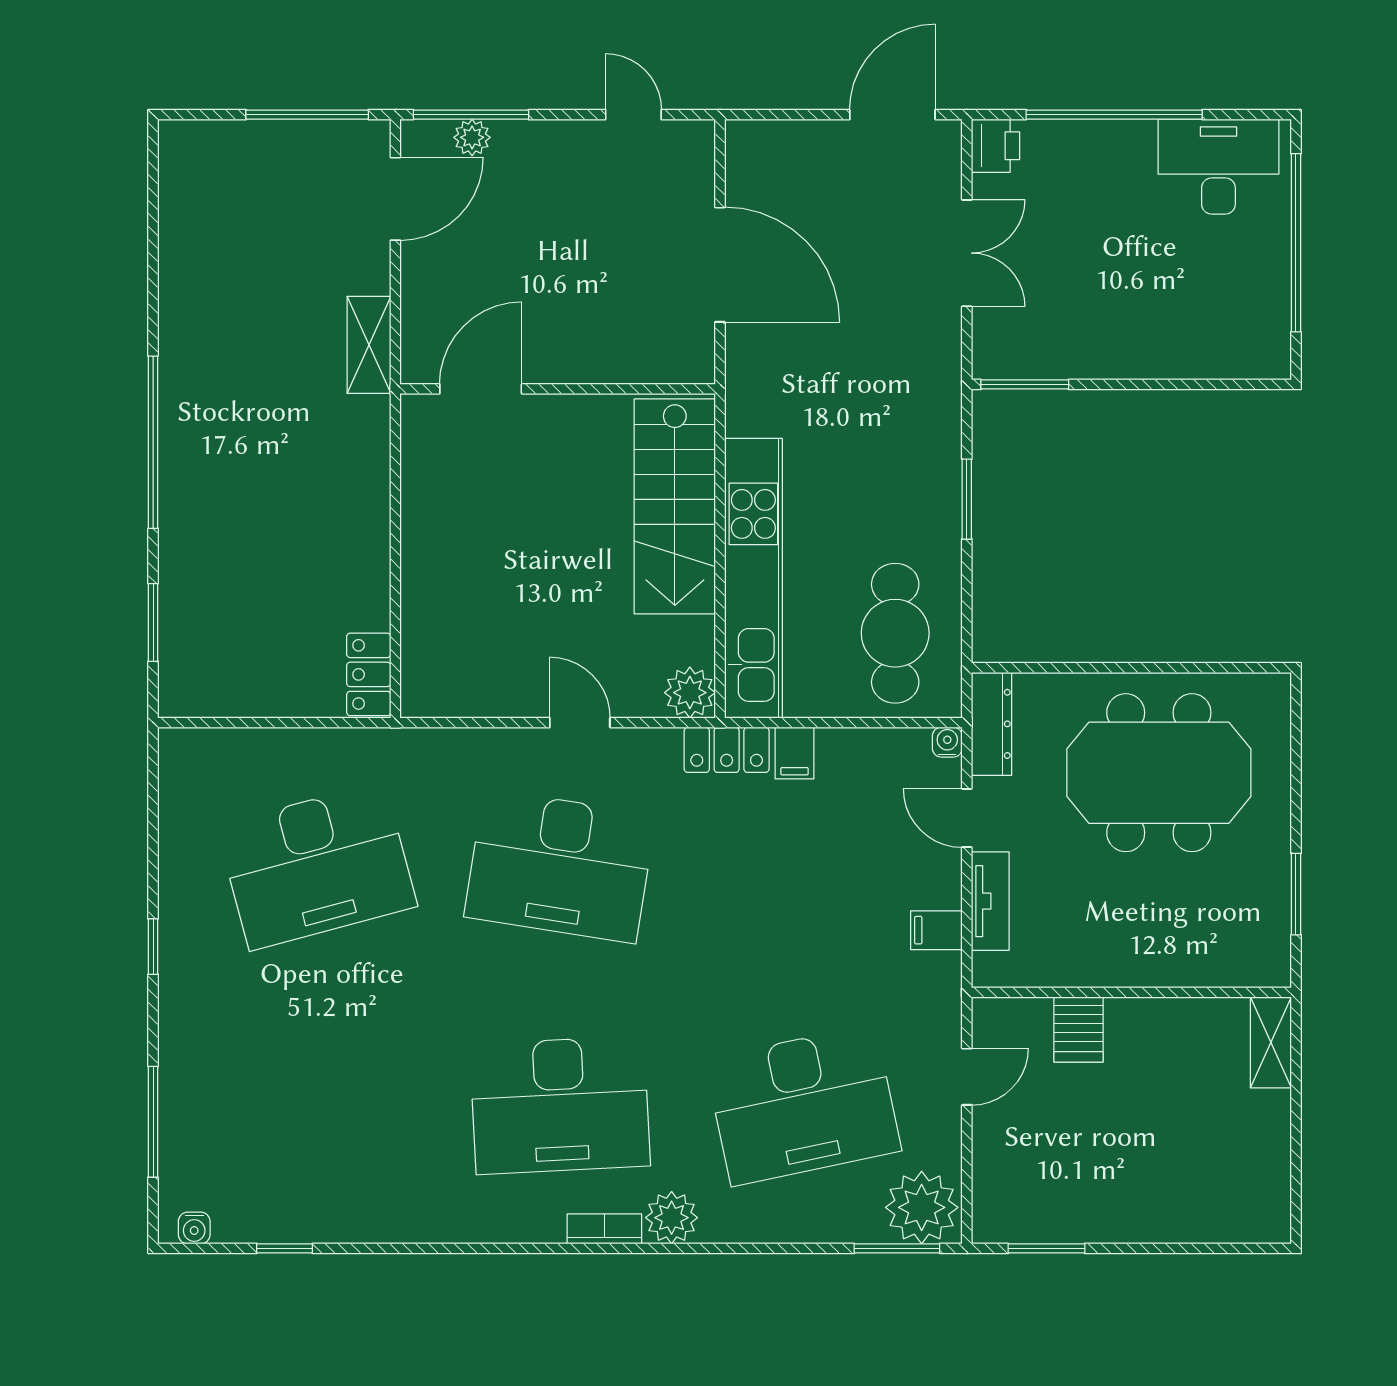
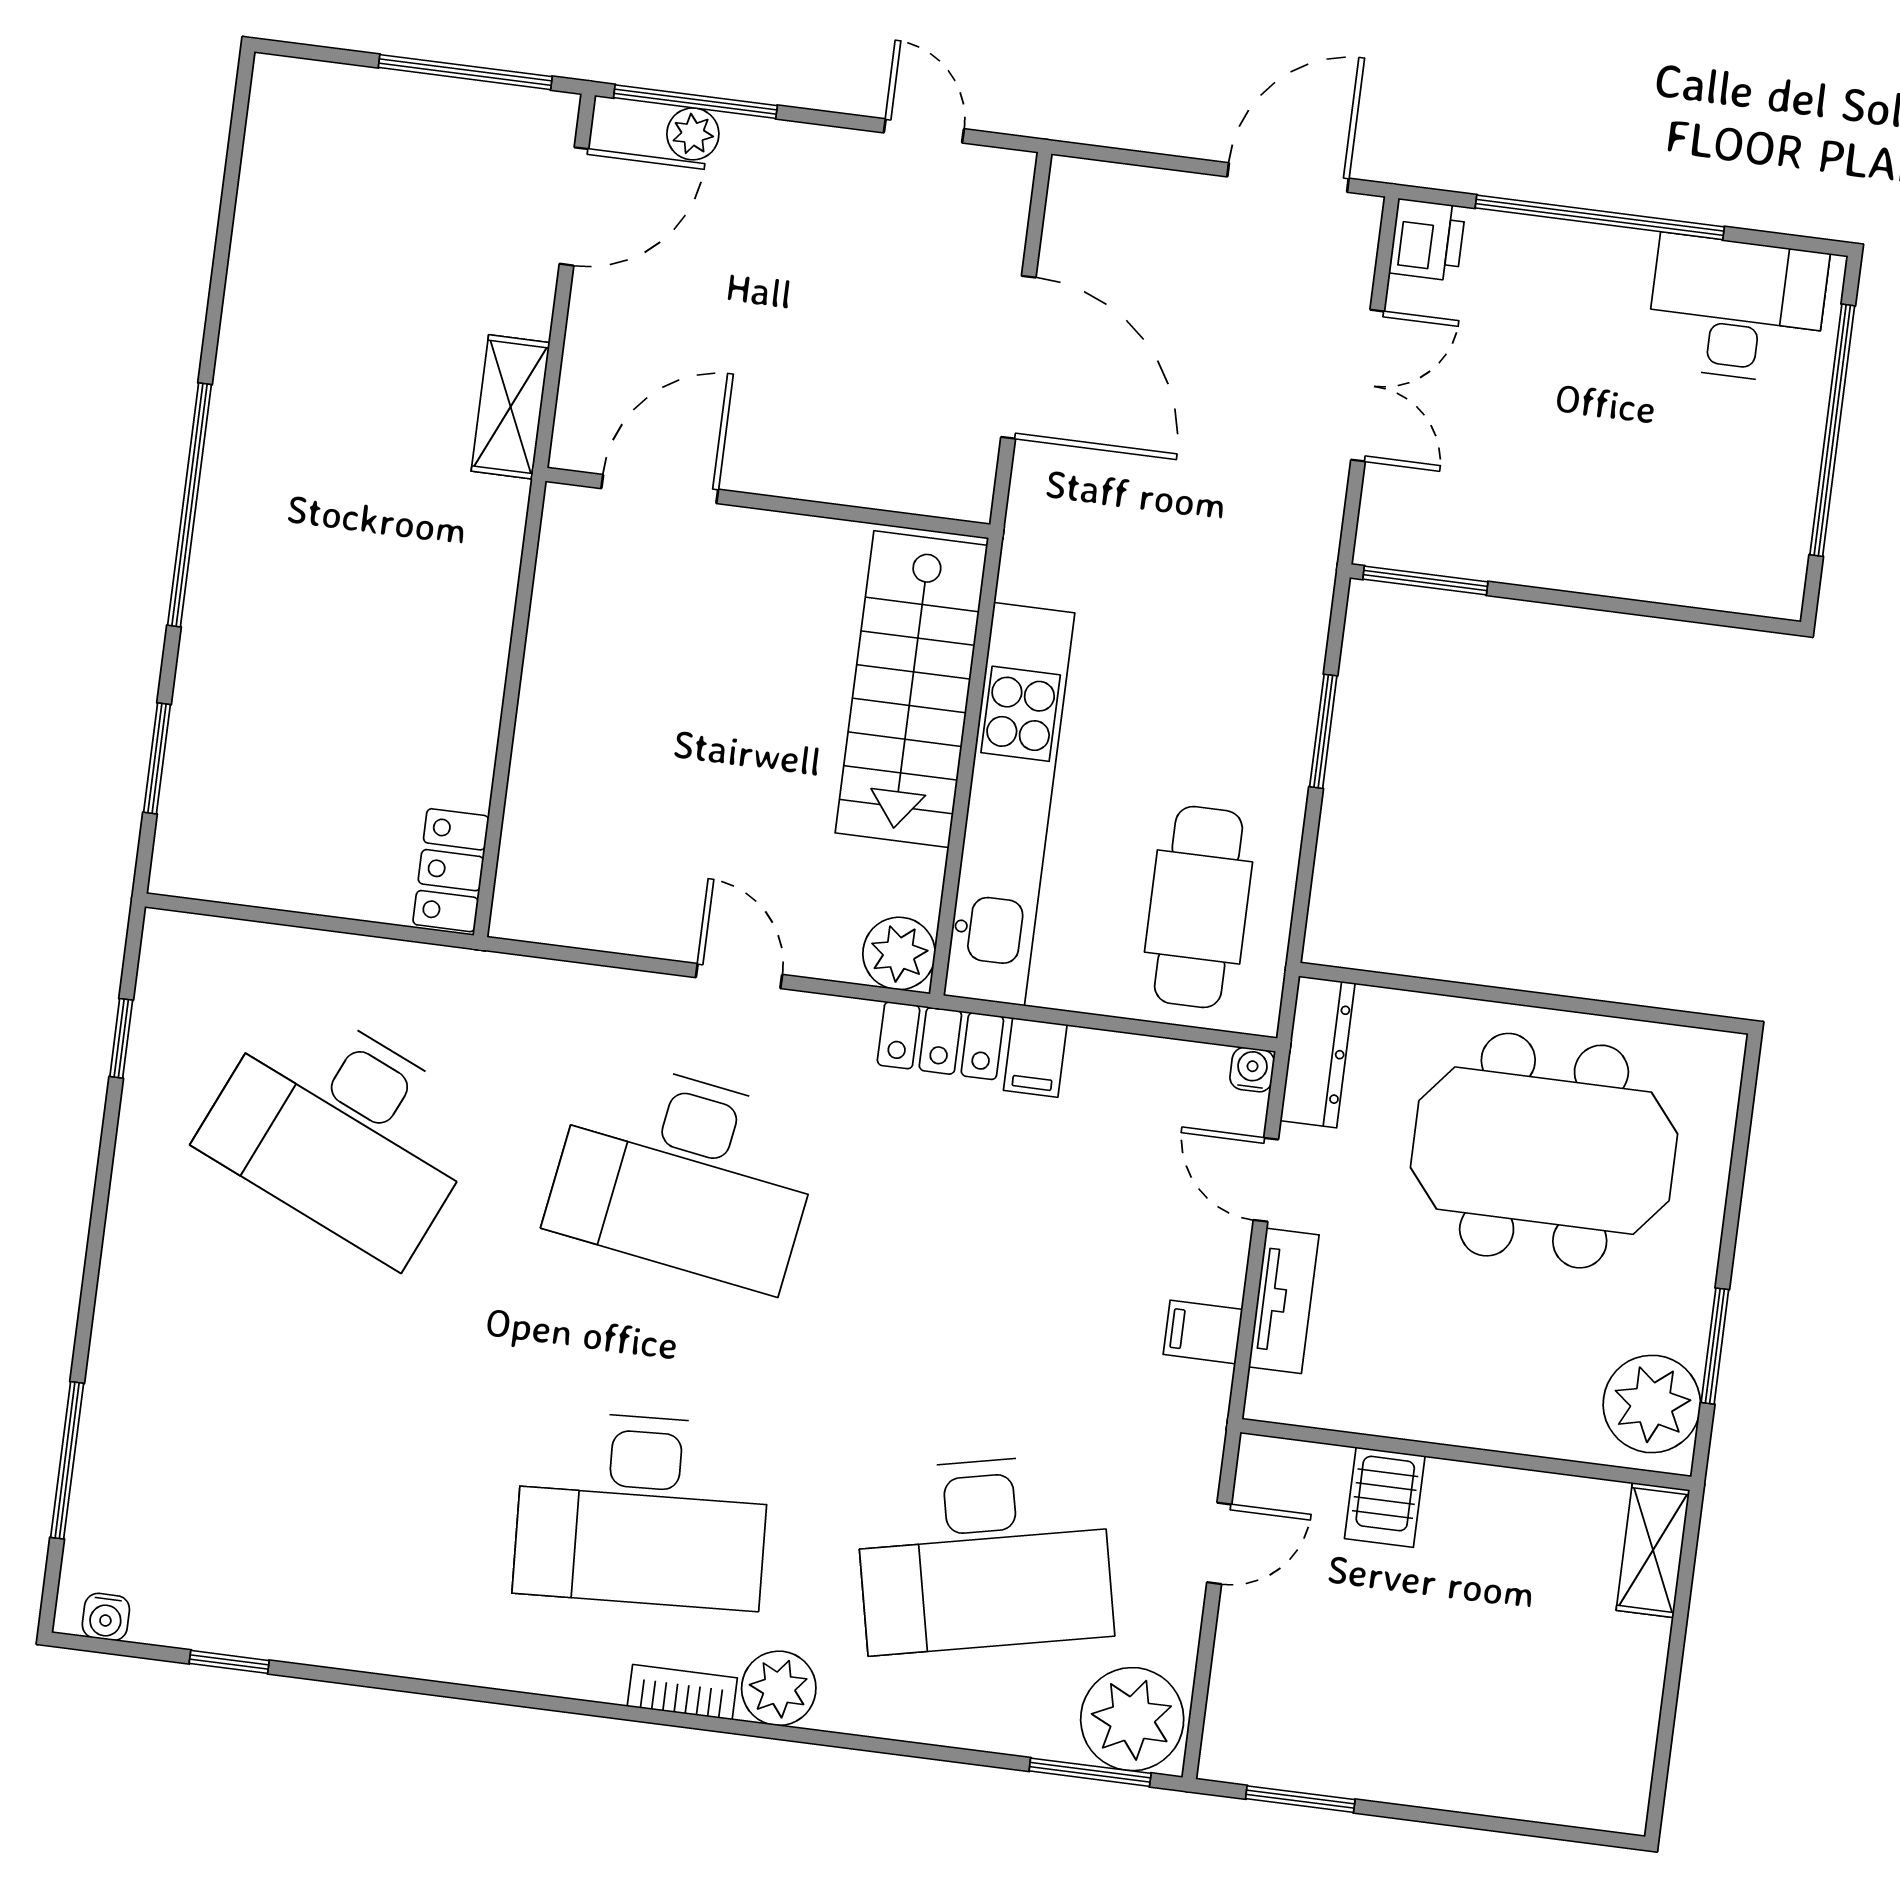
desk: (317, 866) -> (343, 1130), turned 39
plant: (1257, 940) -> (1652, 1404), added
window: (153, 947) -> (121, 1038), moved

